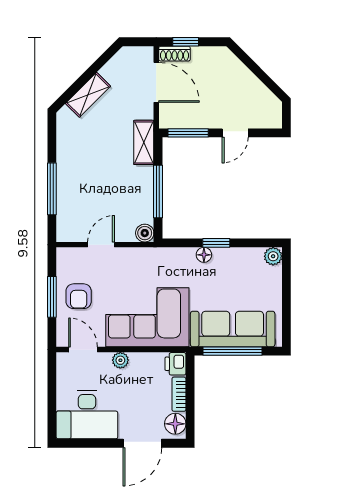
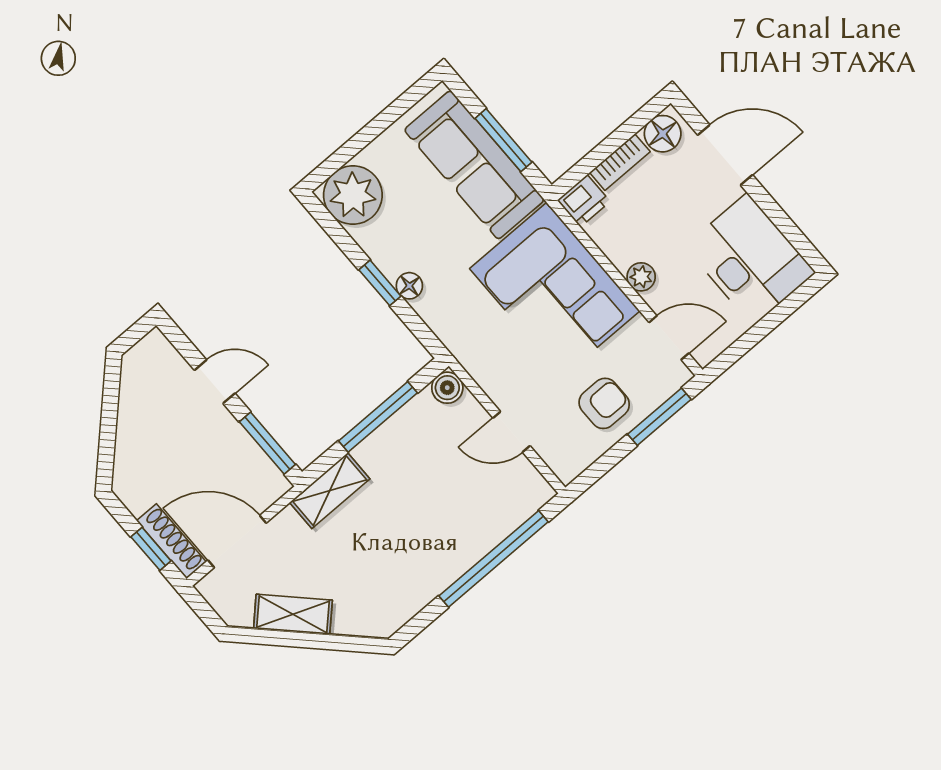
shoe rack: (175, 54) -> (171, 541), width x1.43
door: (156, 82) -> (237, 542), hinge flipped
shelving: (88, 95) -> (293, 614), moved
window: (52, 189) -> (494, 559), width x1.46
plant: (273, 256) -> (353, 195), width x1.88, depth x1.88
window: (52, 297) -> (659, 417), moved
door: (83, 350) -> (669, 338), swing flipped
window: (233, 351) -> (503, 140), width x0.69

